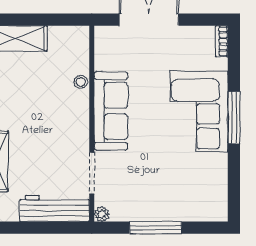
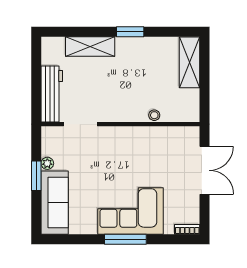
sofa: (111, 111) -> (55, 203), moved, turned -90
plant: (102, 214) -> (47, 163), moved
window: (156, 228) -> (36, 176), width x0.69

